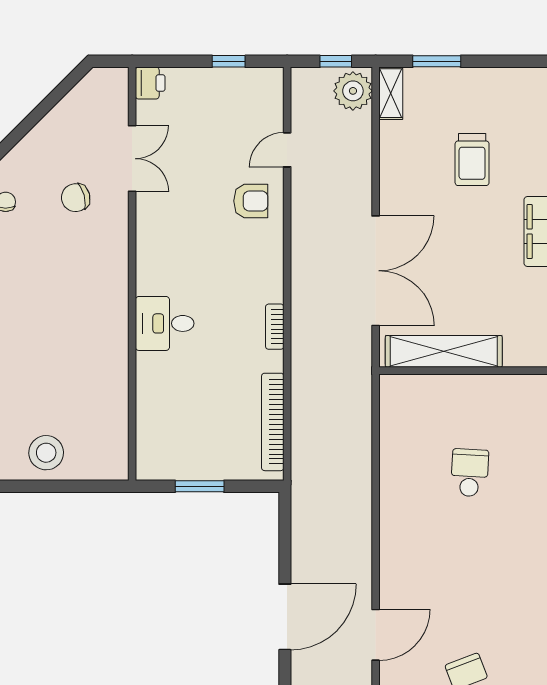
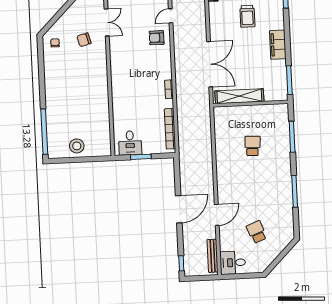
armchair: (251, 201) -> (157, 38), turned 180
desk: (165, 323) -> (130, 143), moved, turned -90

